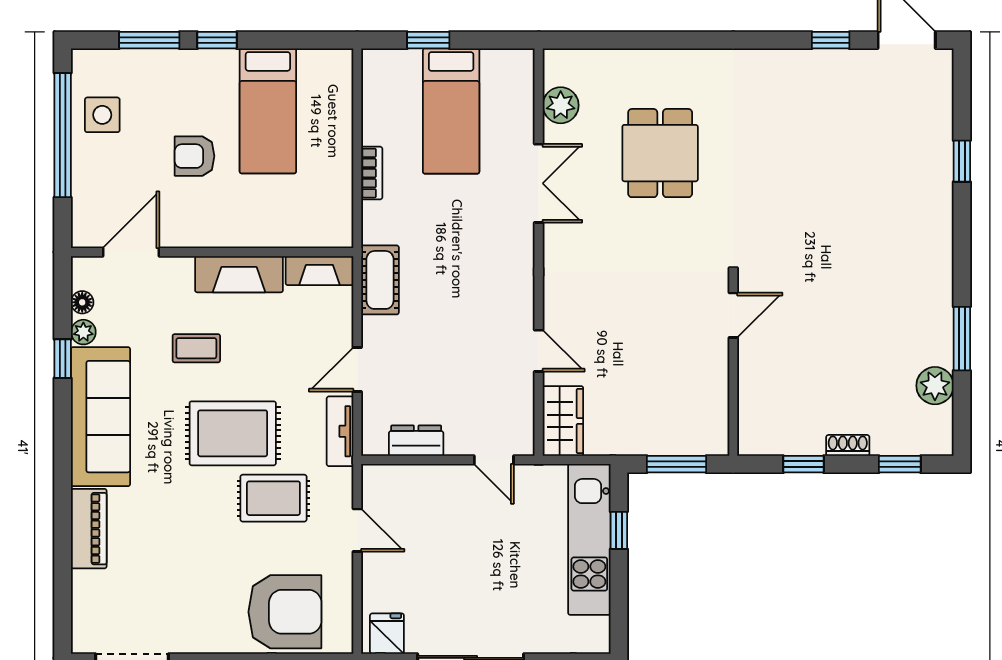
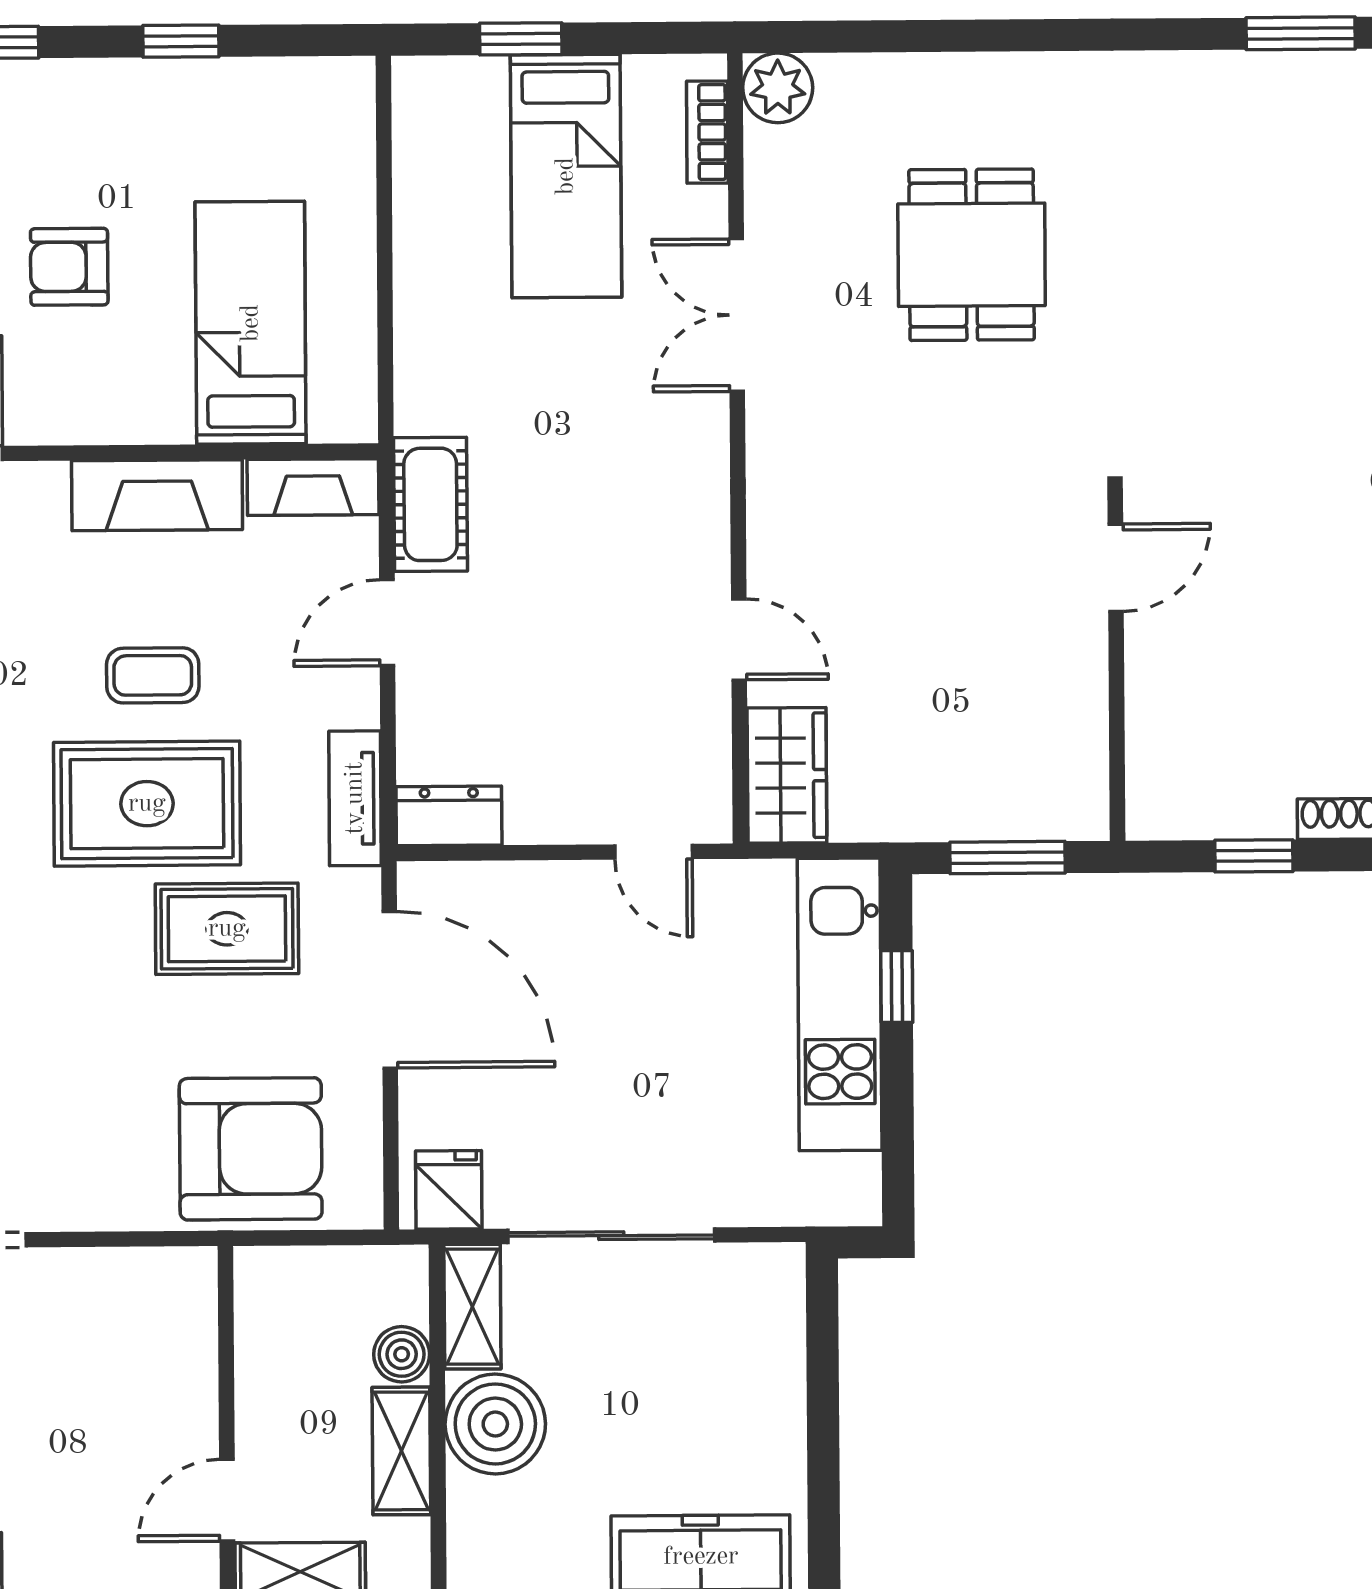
window: (217, 40) -> (181, 41), moved
window: (831, 40) -> (1301, 33), width x1.50
plant: (561, 105) -> (778, 88), moved
bed: (268, 111) -> (251, 323), moved, turned 180
bookcase: (372, 173) -> (707, 132), moved, turned 180
double door: (539, 183) -> (737, 315), swing flipped
coffee table: (196, 348) -> (153, 675), moved
door: (357, 370) -> (387, 623), moved
dresser: (416, 441) -> (449, 816), moved
door: (357, 530) -> (390, 990), width x1.87

